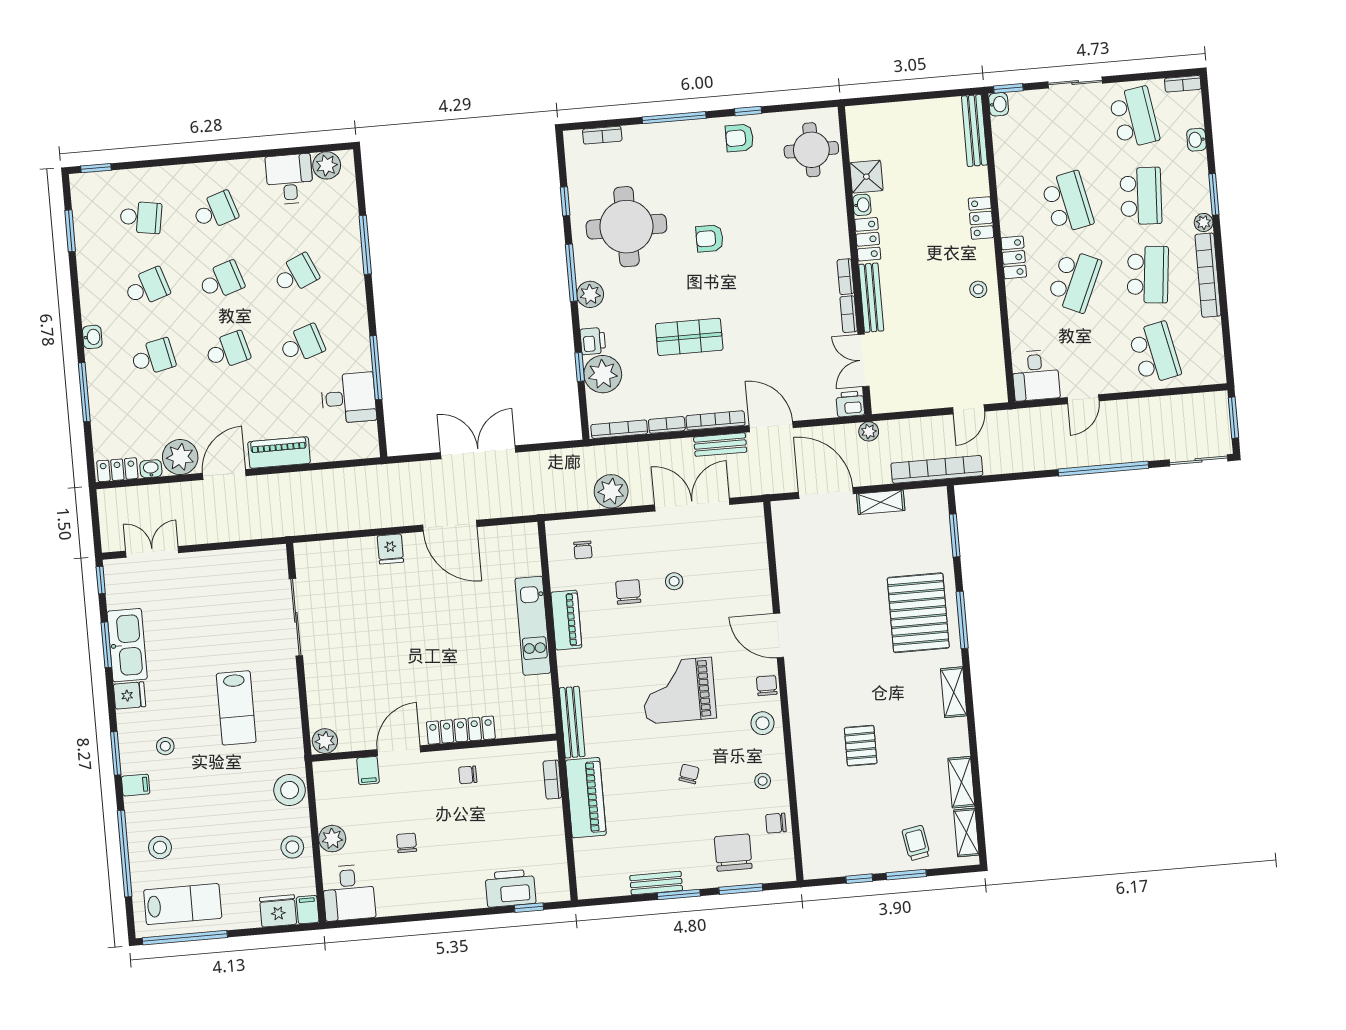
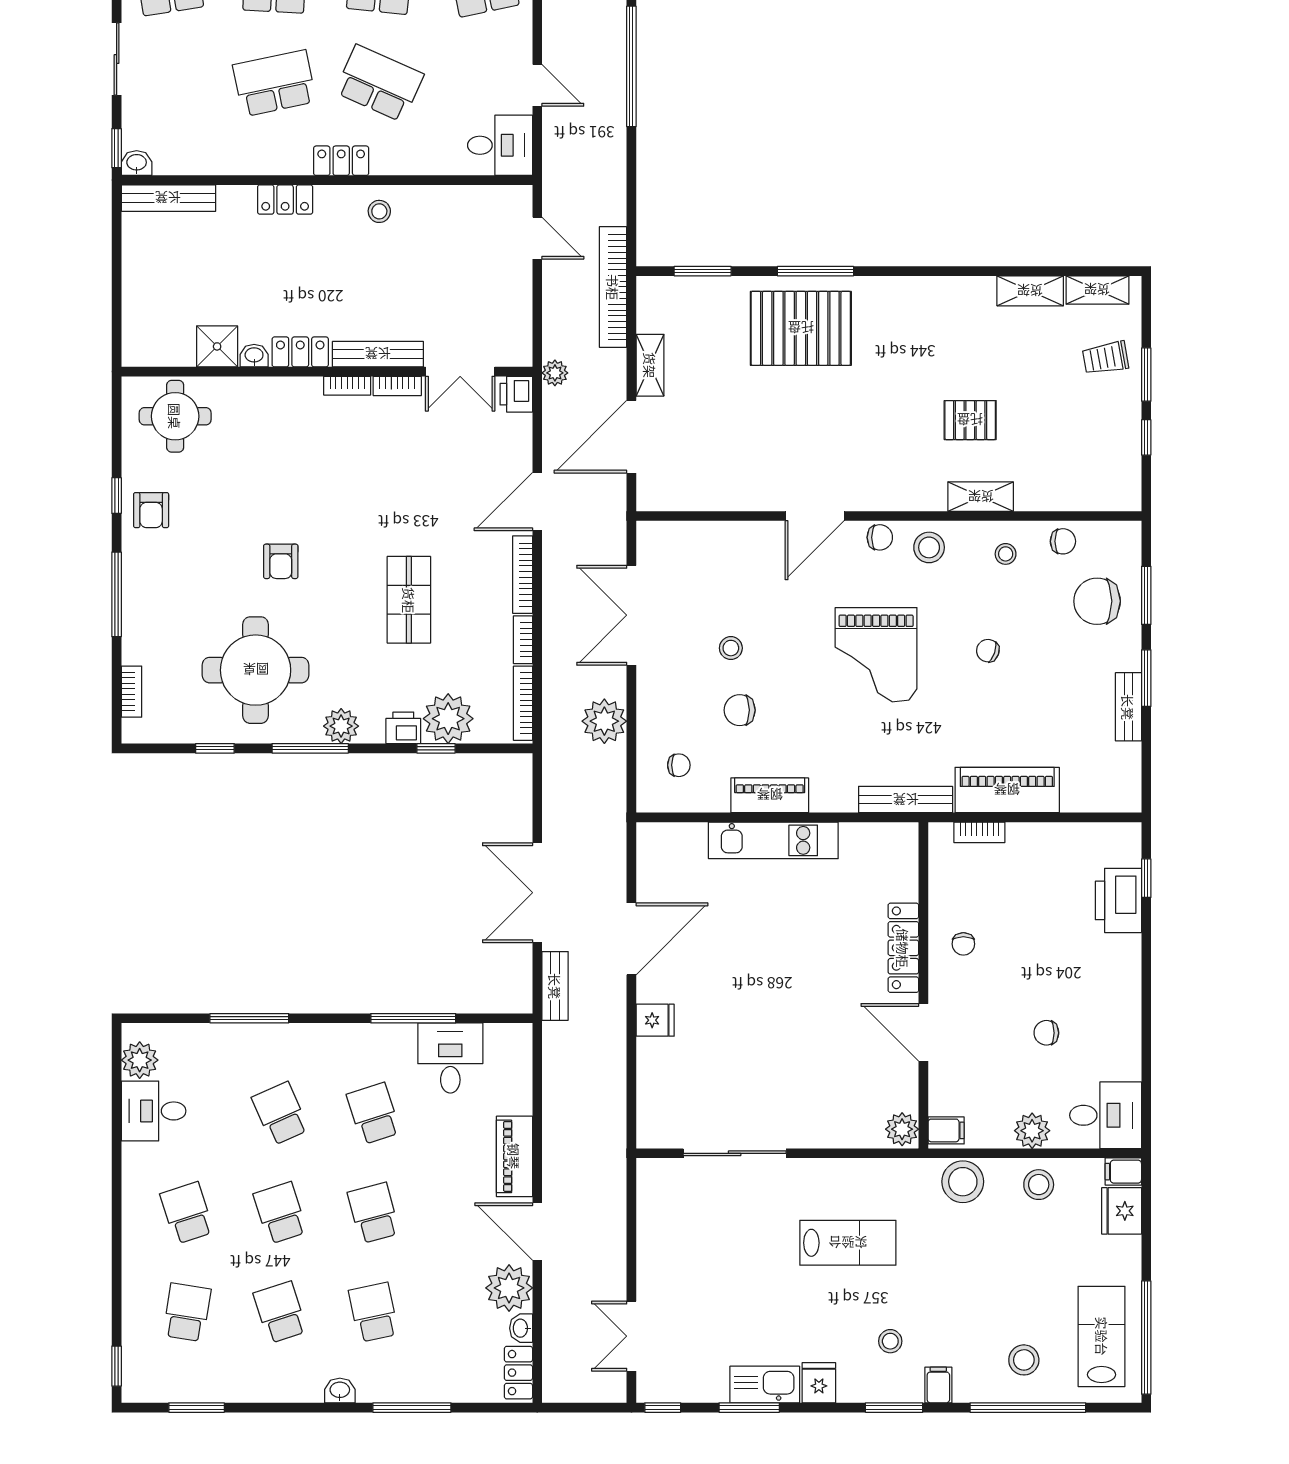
bench: (720, 445) -> (555, 986), moved
kitchen sink: (127, 645) -> (765, 1385), width x0.73, depth x0.81
chair: (767, 686) -> (880, 537), turned 180
shelving: (954, 692) -> (981, 497), moved
filing cabinet: (368, 771) -> (946, 1130), moved
chair: (776, 823) -> (1063, 541), turned -90

